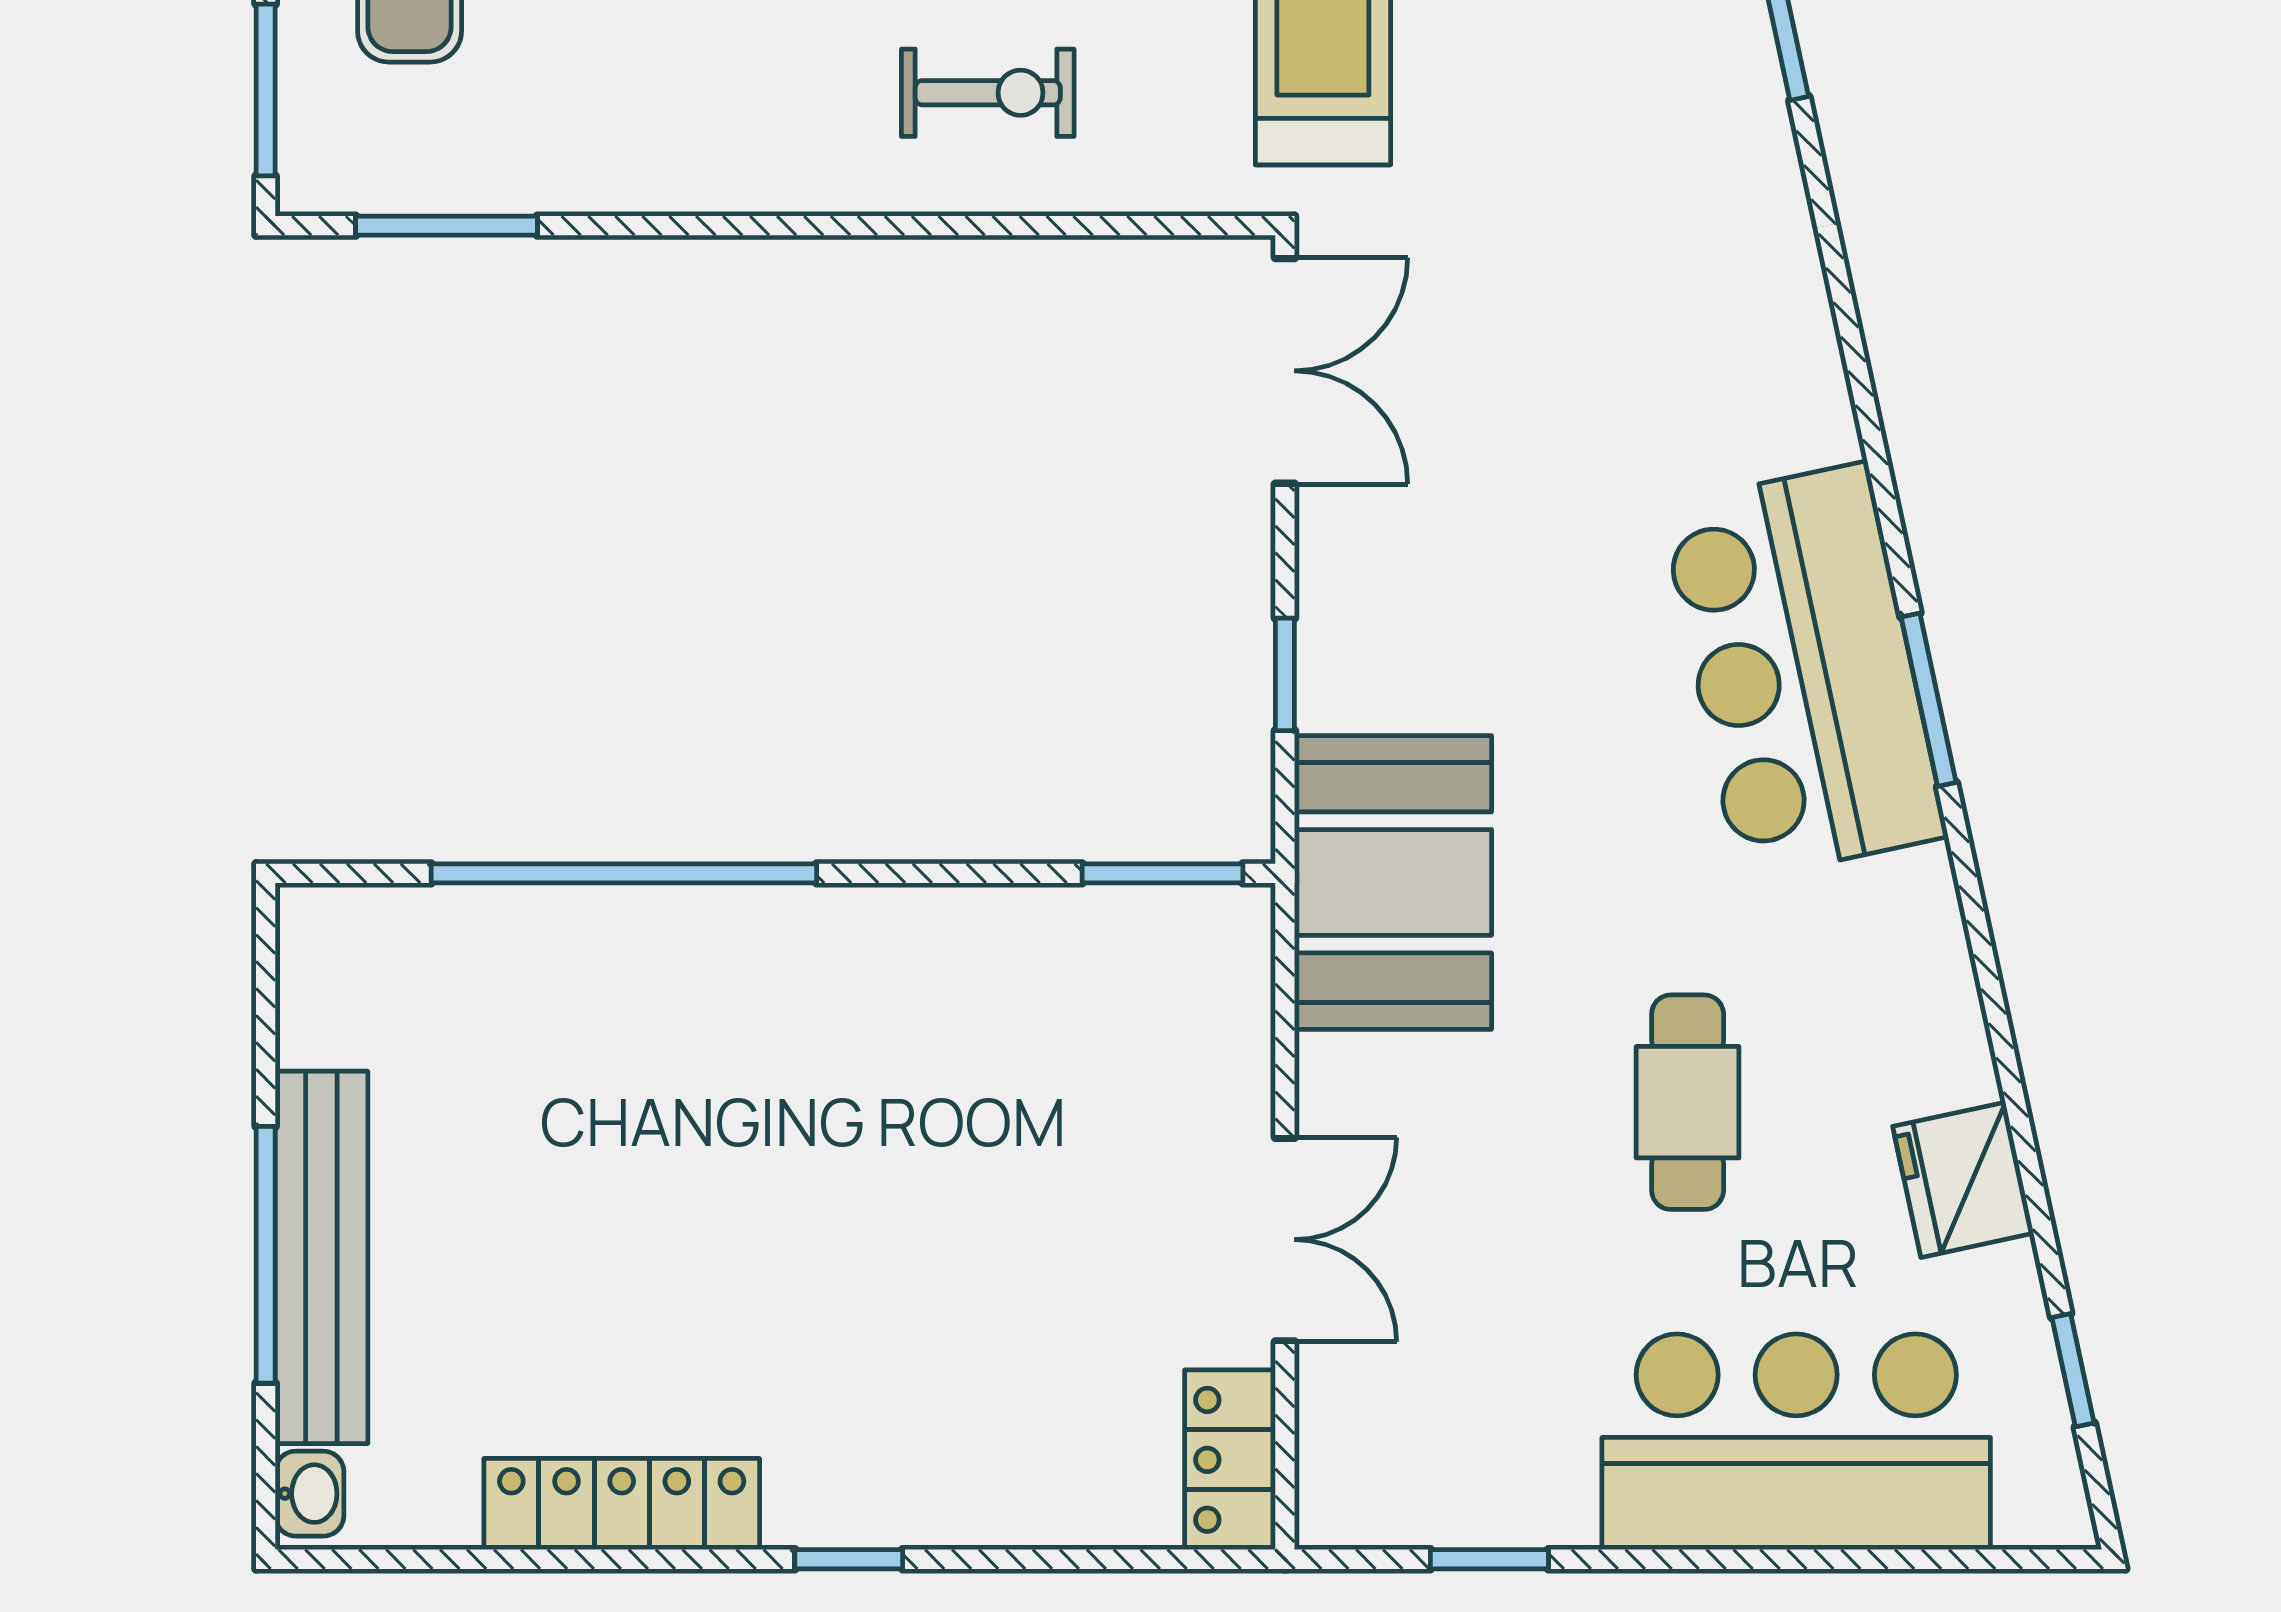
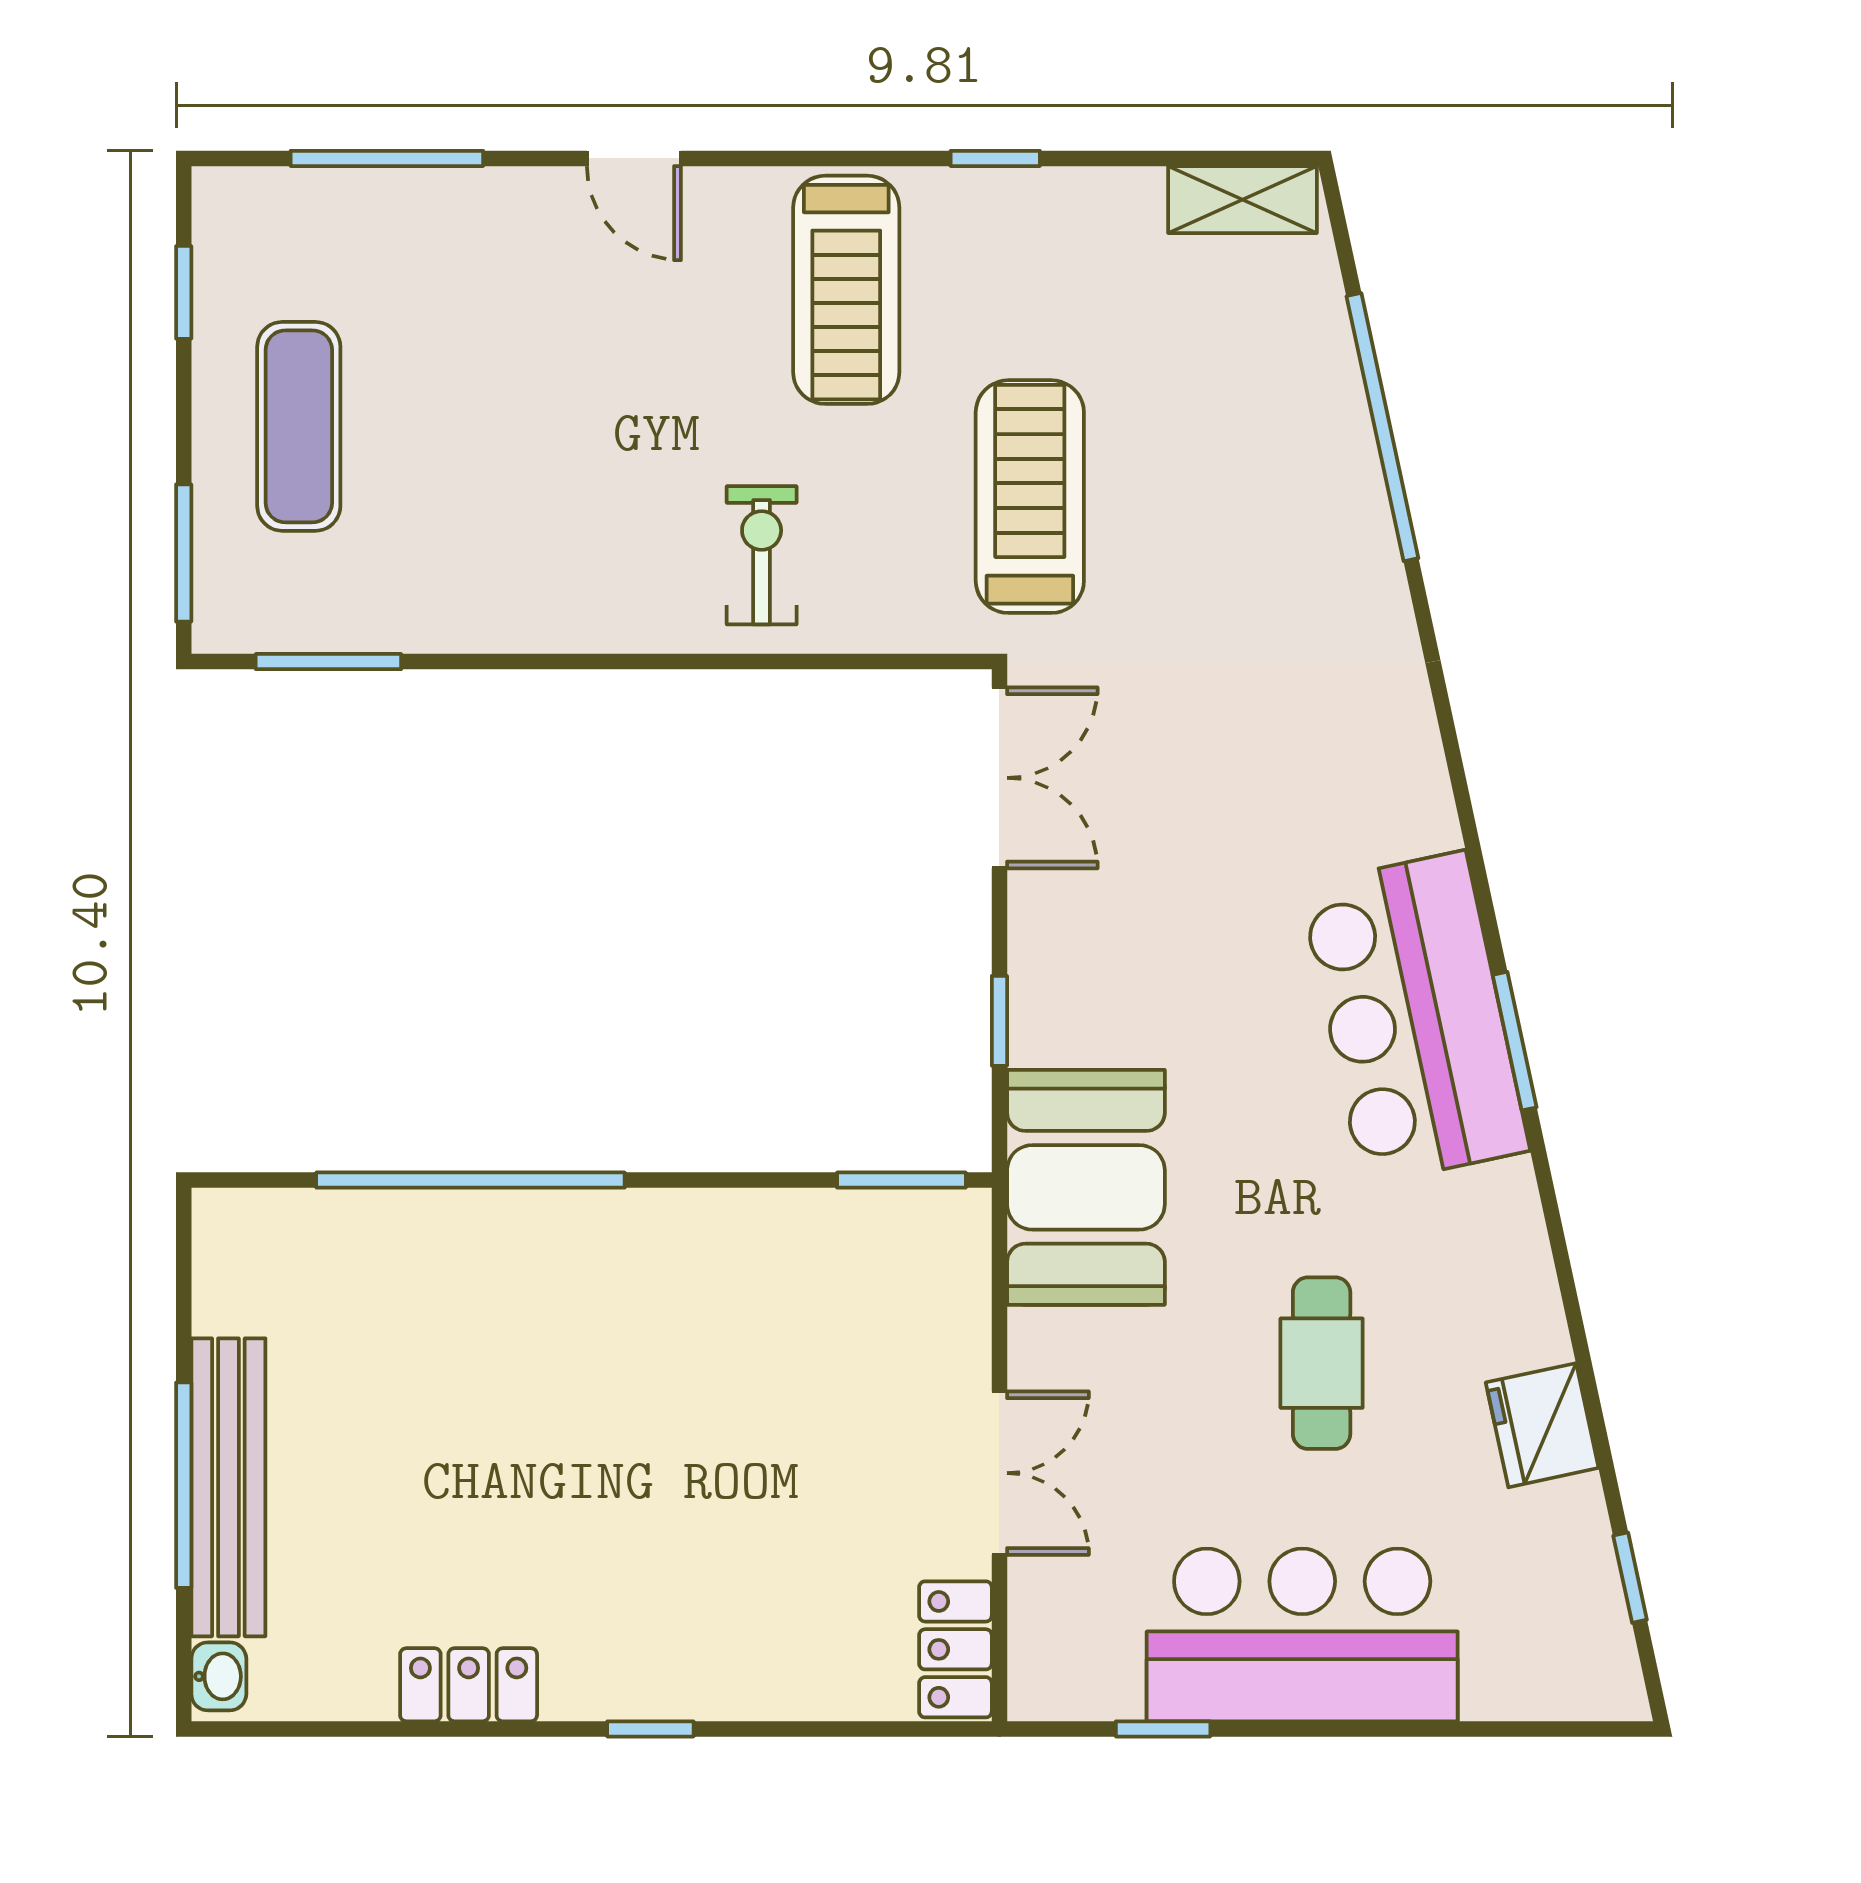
exercise bike: (988, 93) -> (762, 555), turned -90
bar counter: (1796, 1442) -> (1302, 1635), moved
locker: (622, 1504) -> (469, 1685), width x0.66

